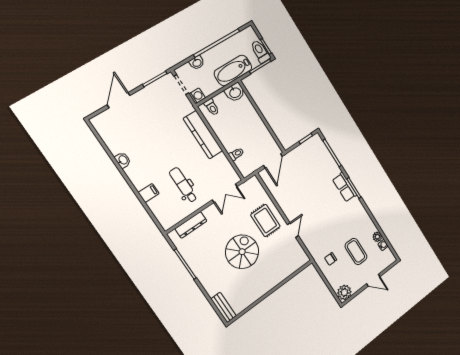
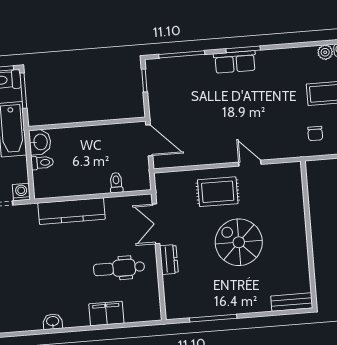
toilet: (212, 107) -> (42, 163), moved
filing cabinet: (149, 193) -> (106, 314), width x2.00
double door: (225, 193) -> (156, 224), swing flipped
dresser: (191, 225) -> (169, 259), moved, width x0.70

